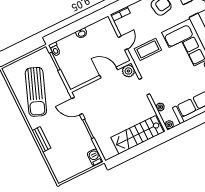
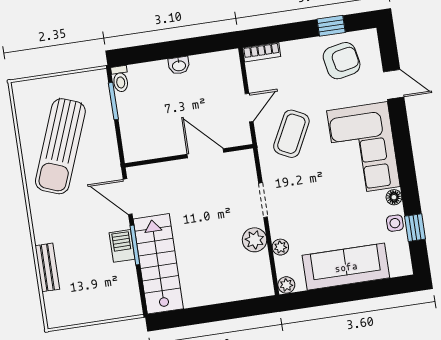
coffee table: (148, 49) -> (291, 134), turned -63
plant: (128, 71) -> (255, 240), moved
stairs: (137, 135) -> (158, 264), moved, turned 90
bench: (41, 139) -> (47, 267), moved
barbecue: (95, 157) -> (122, 246), moved

